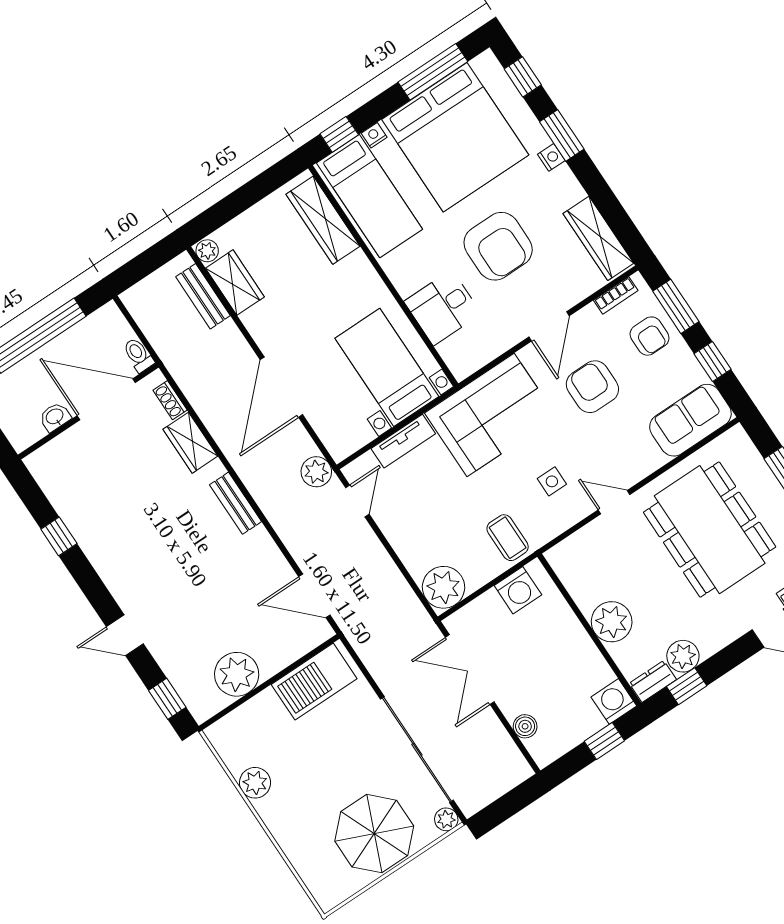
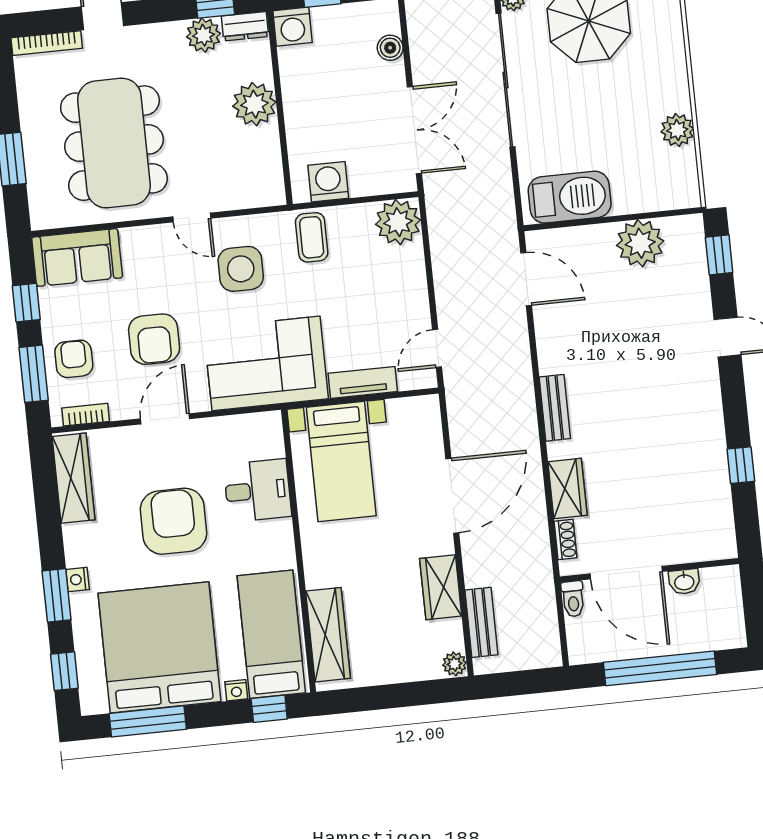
wardrobe: (235, 283) -> (441, 587), moved
plant: (316, 472) -> (462, 397), removed
side table: (552, 481) -> (241, 269), width x1.87, depth x1.87

